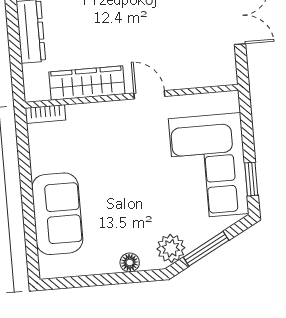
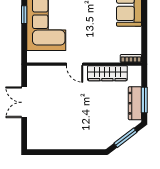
window: (14, 39) -> (144, 100), added

